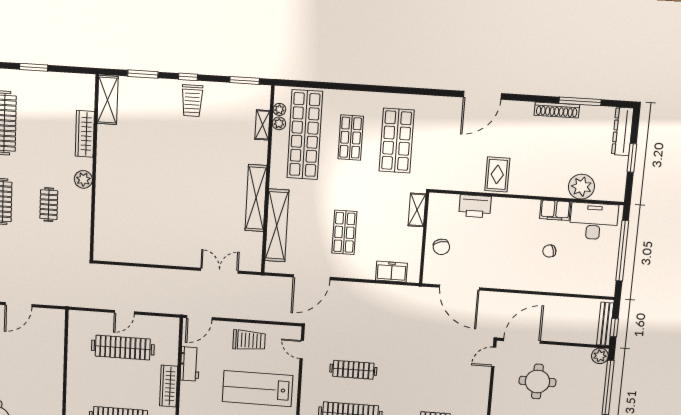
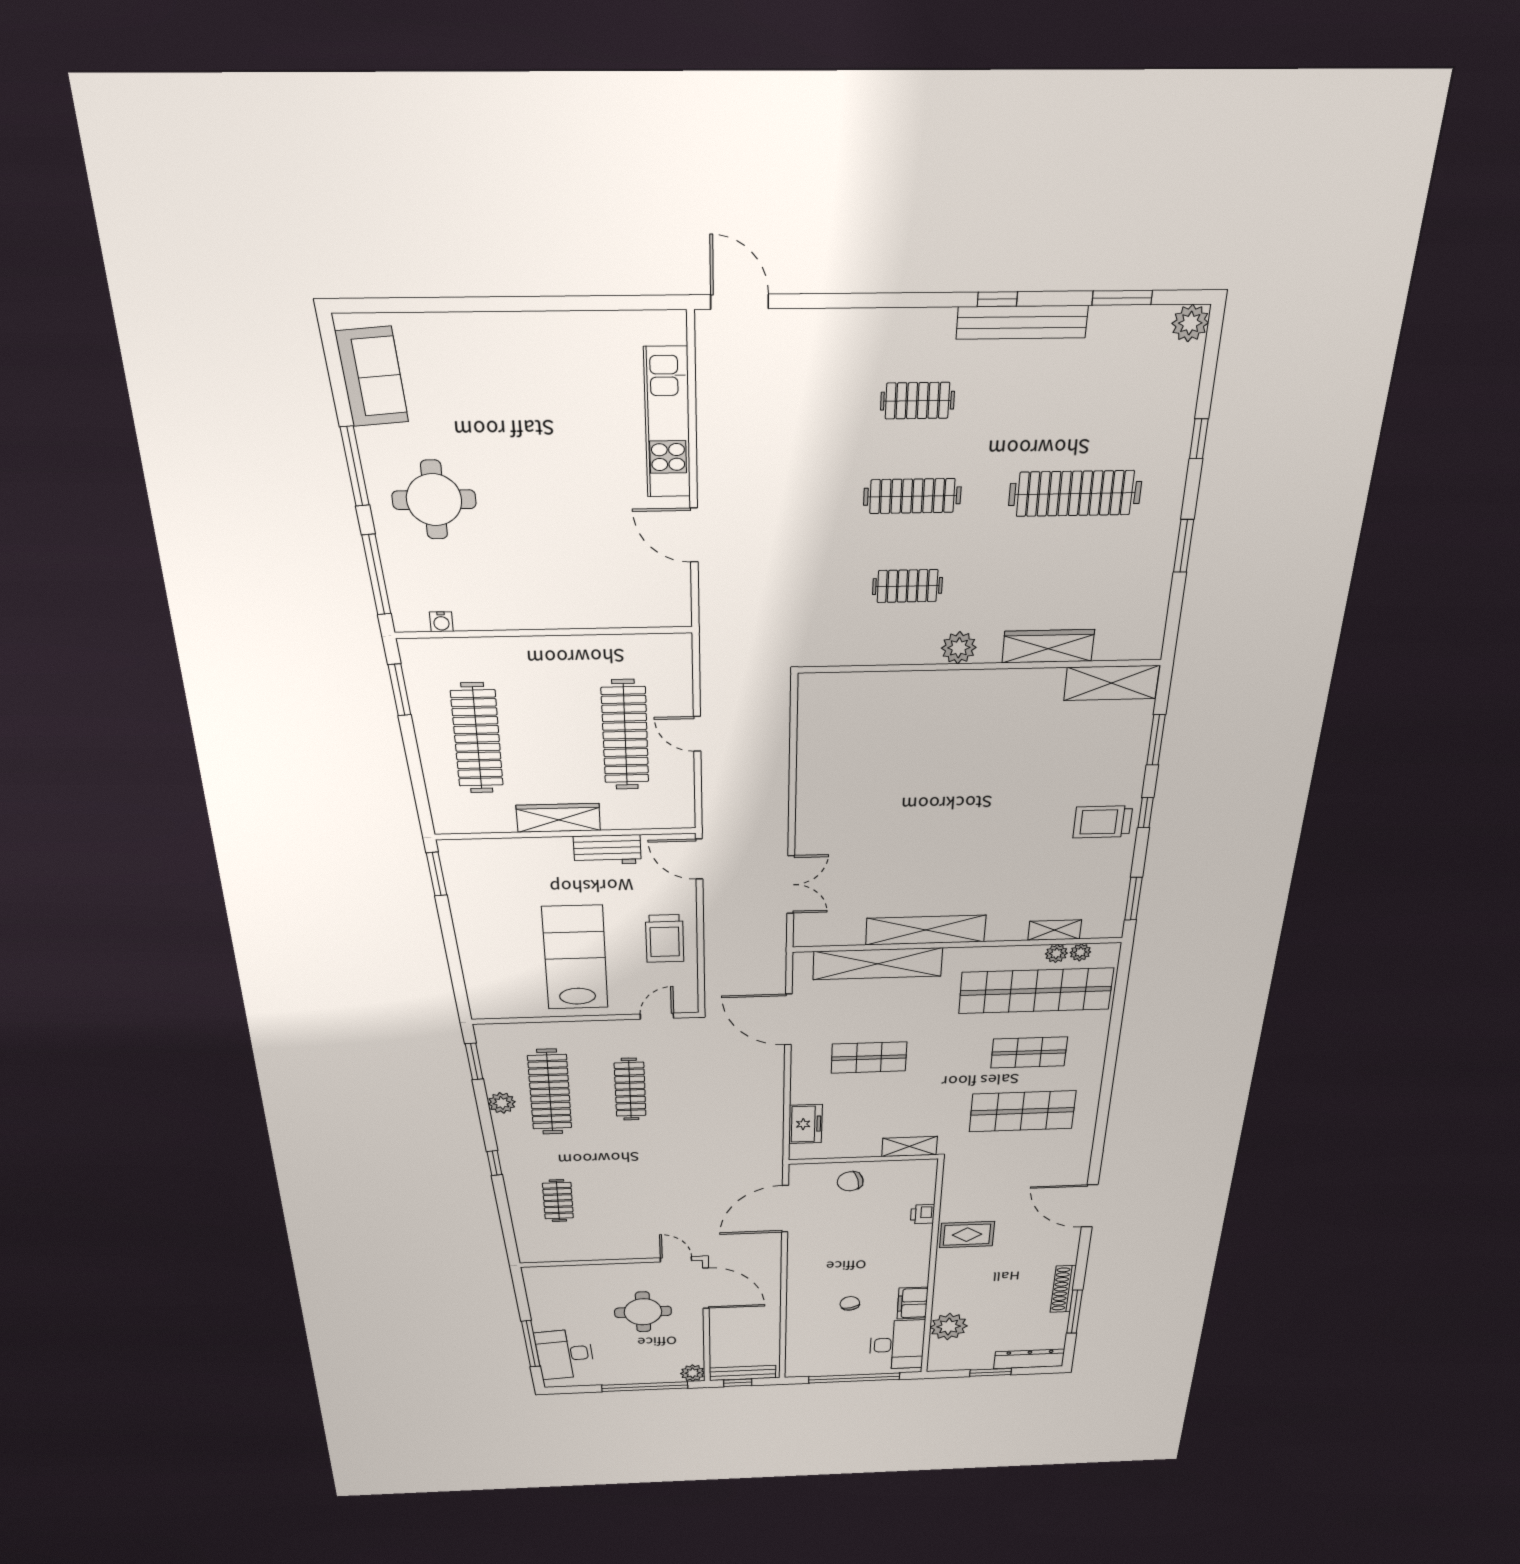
printer: (475, 206) -> (922, 1214), width x0.53, depth x0.68

